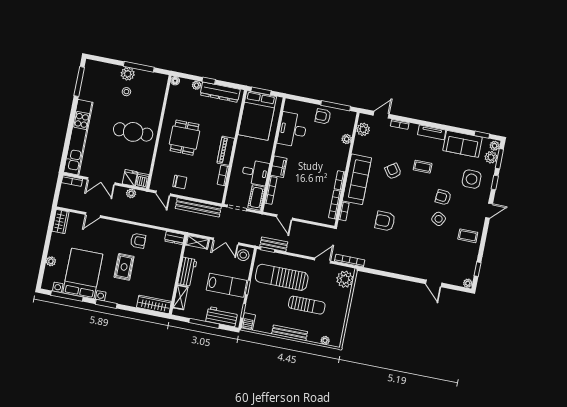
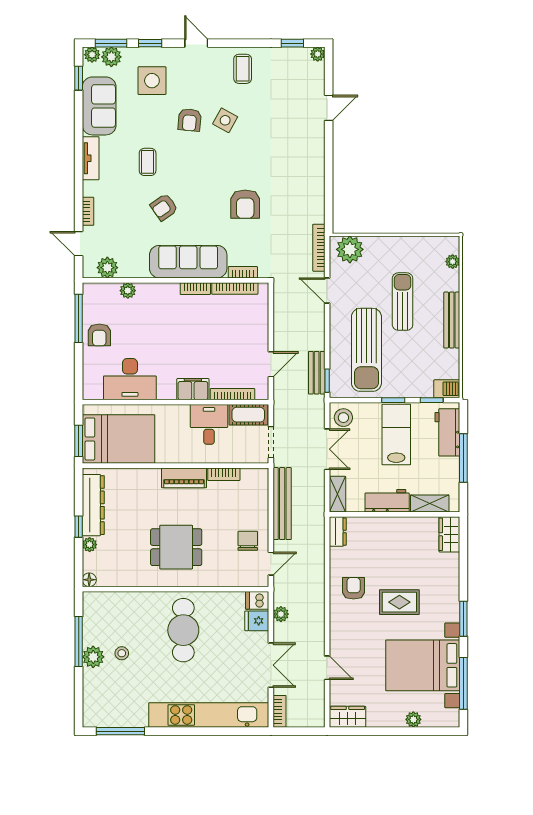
wardrobe: (154, 304) -> (449, 534), width x0.67

